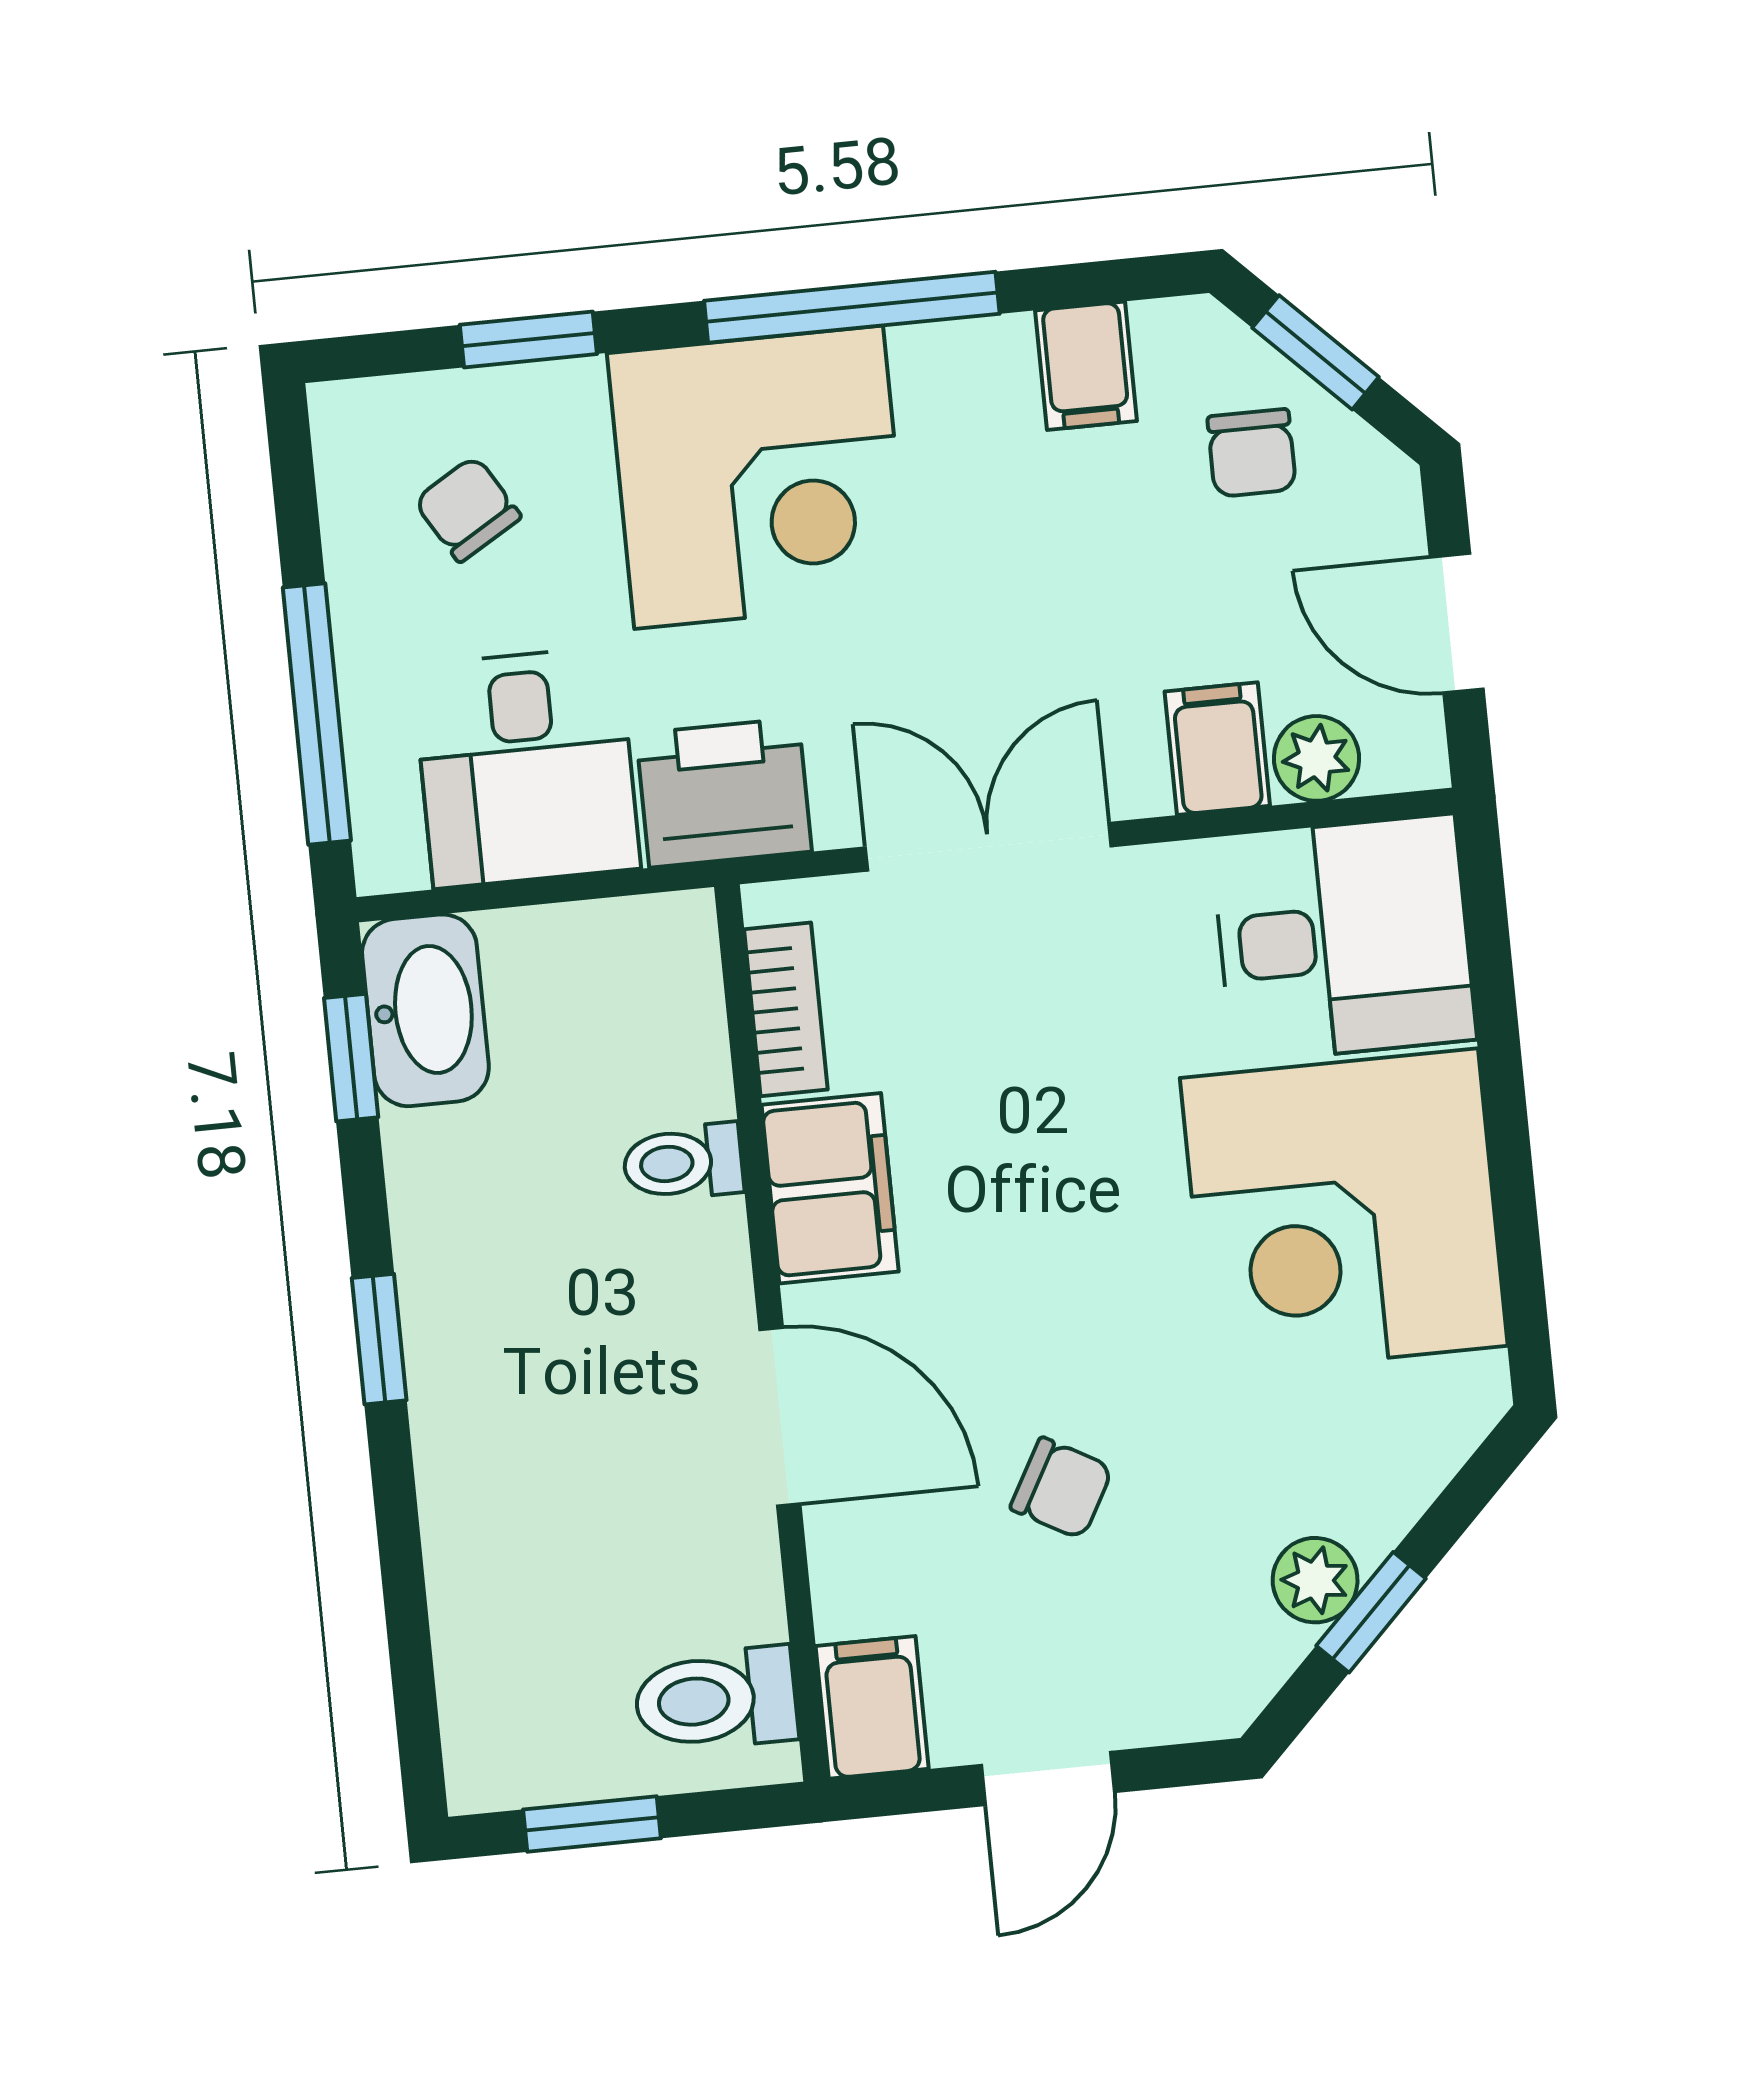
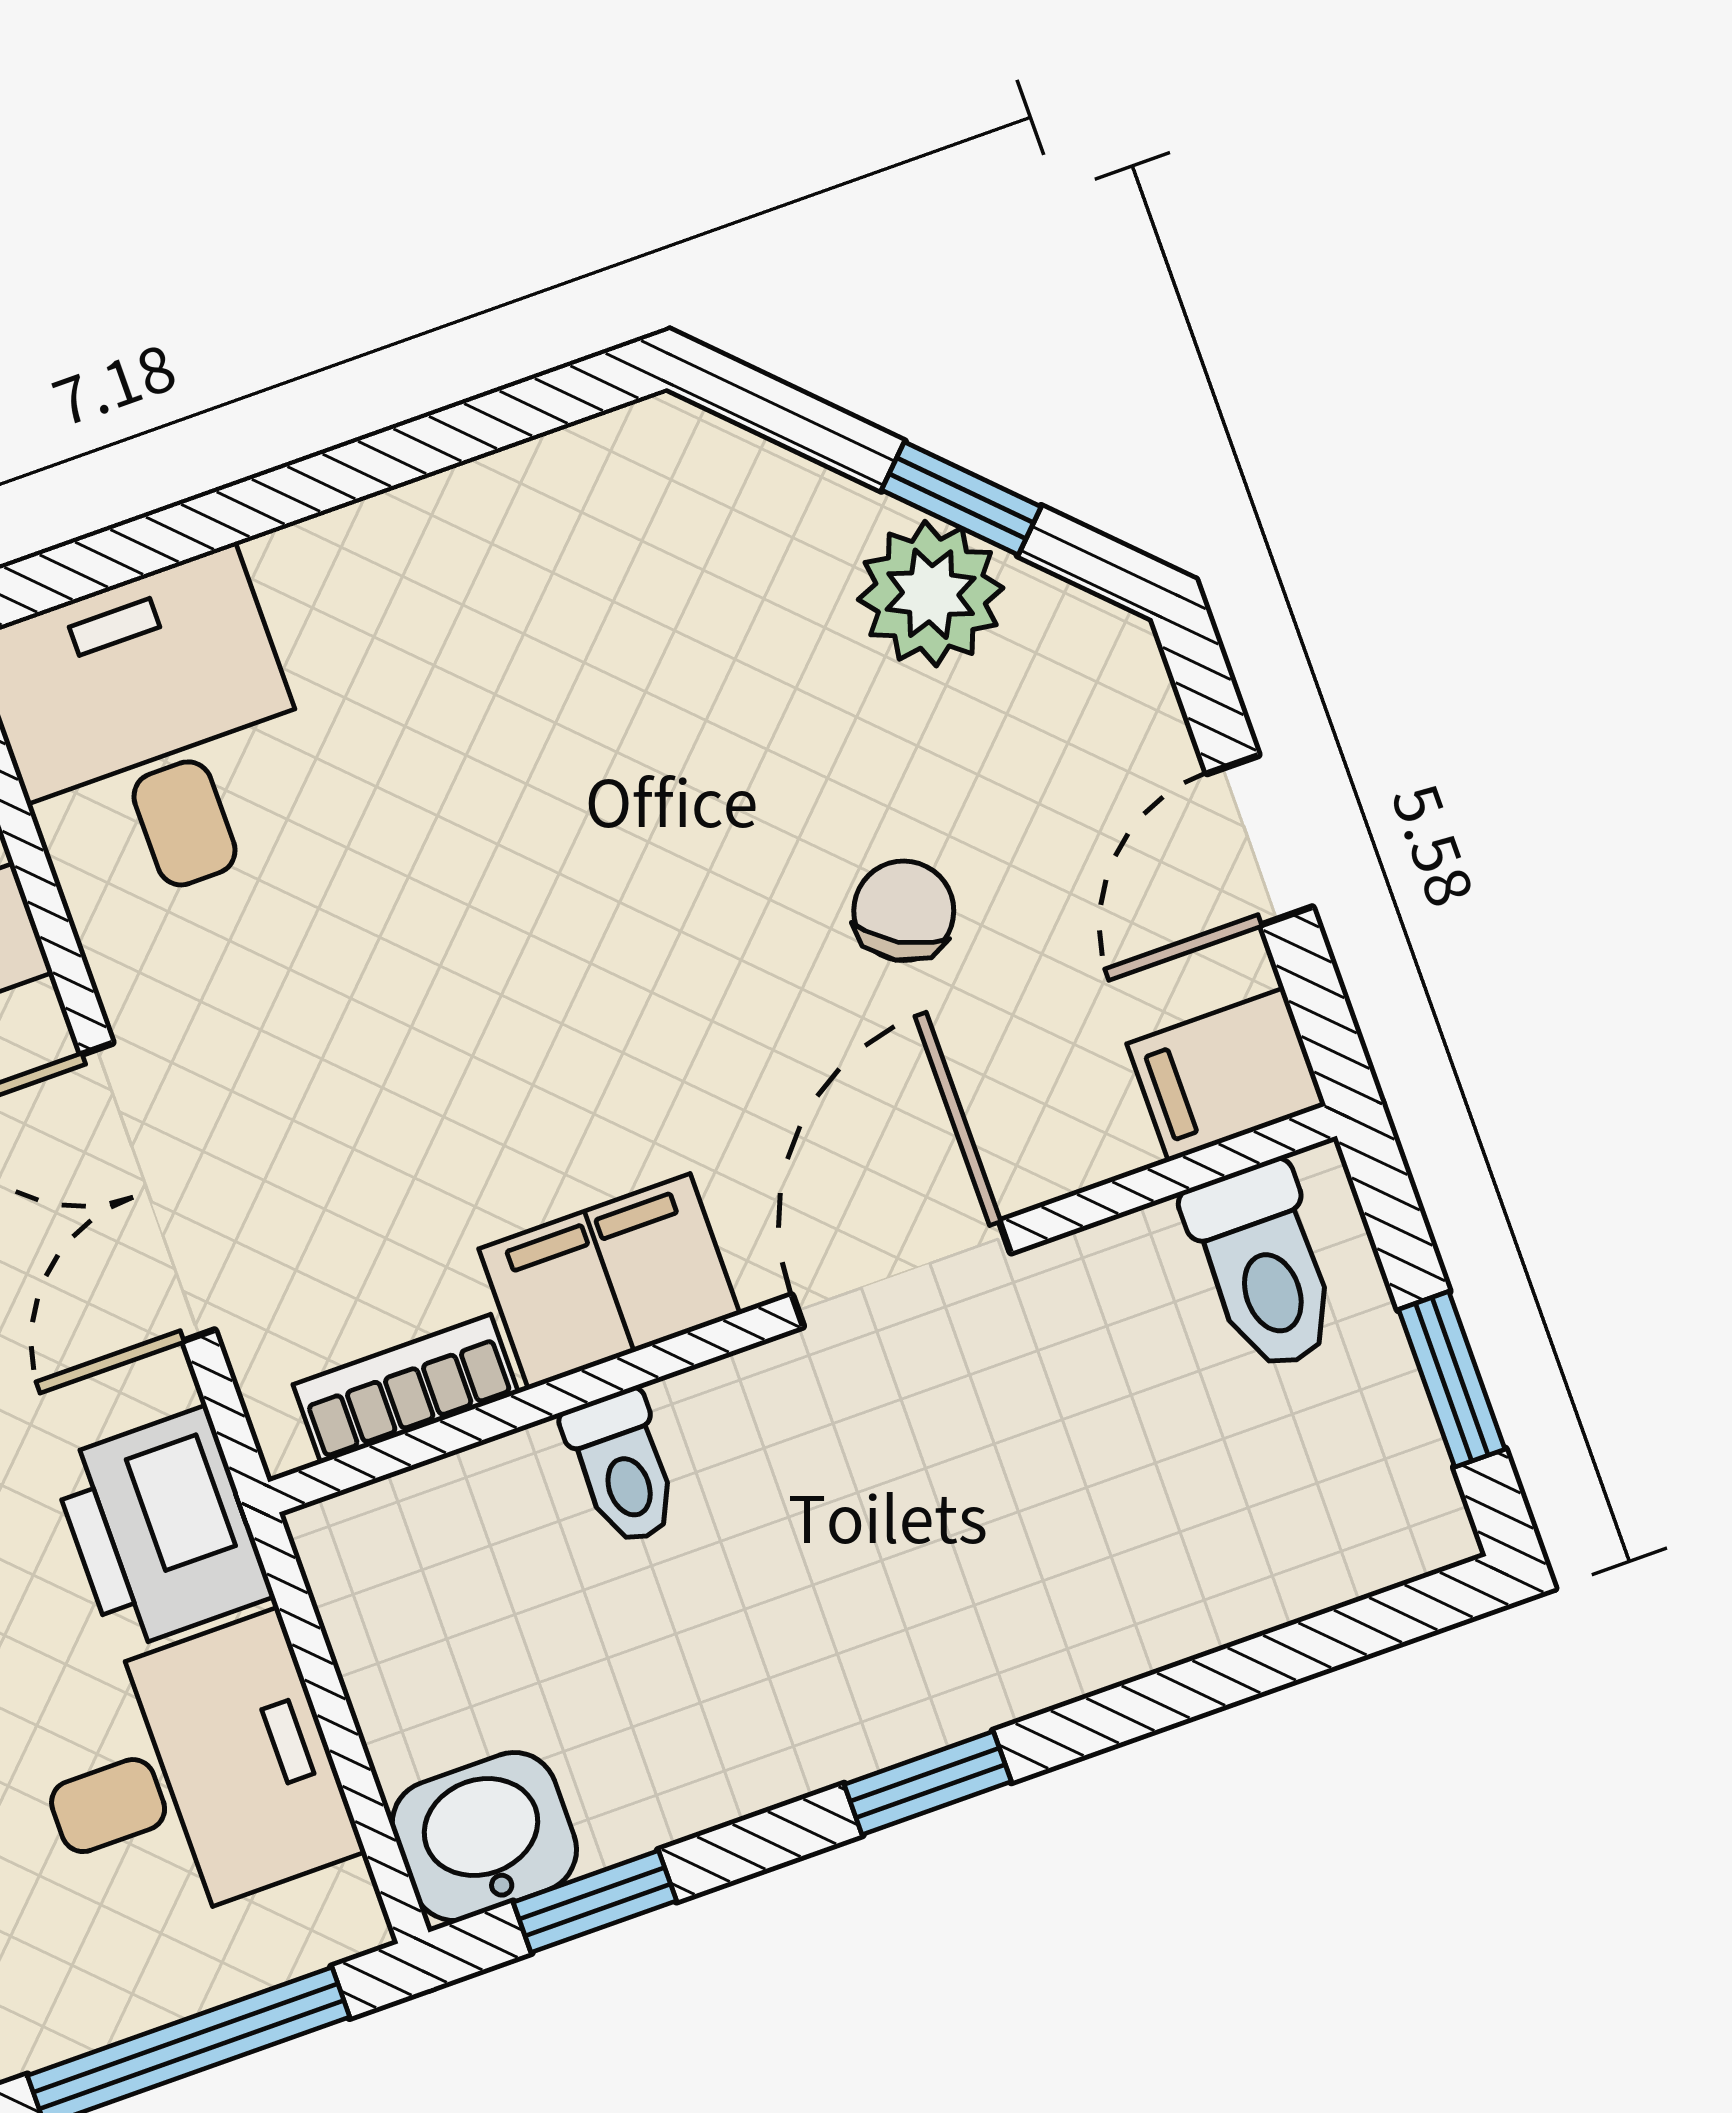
washbasin: (425, 1010) -> (484, 1836), width x0.72
corner desk: (1344, 1212) -> (484, 651), removed
plant: (1315, 1580) -> (931, 594), width x1.38, depth x1.38
door: (1048, 1778) -> (1260, 840), swing flipped

